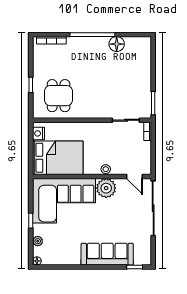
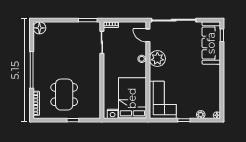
floor lamp: (117, 44) -> (39, 28), moved
dining table: (59, 96) -> (64, 95), moved, width x1.38
door: (134, 176) -> (148, 35), swing flipped
corner sofa: (64, 201) -> (163, 100), width x0.73, depth x0.74
sofa: (107, 254) -> (211, 43), moved

